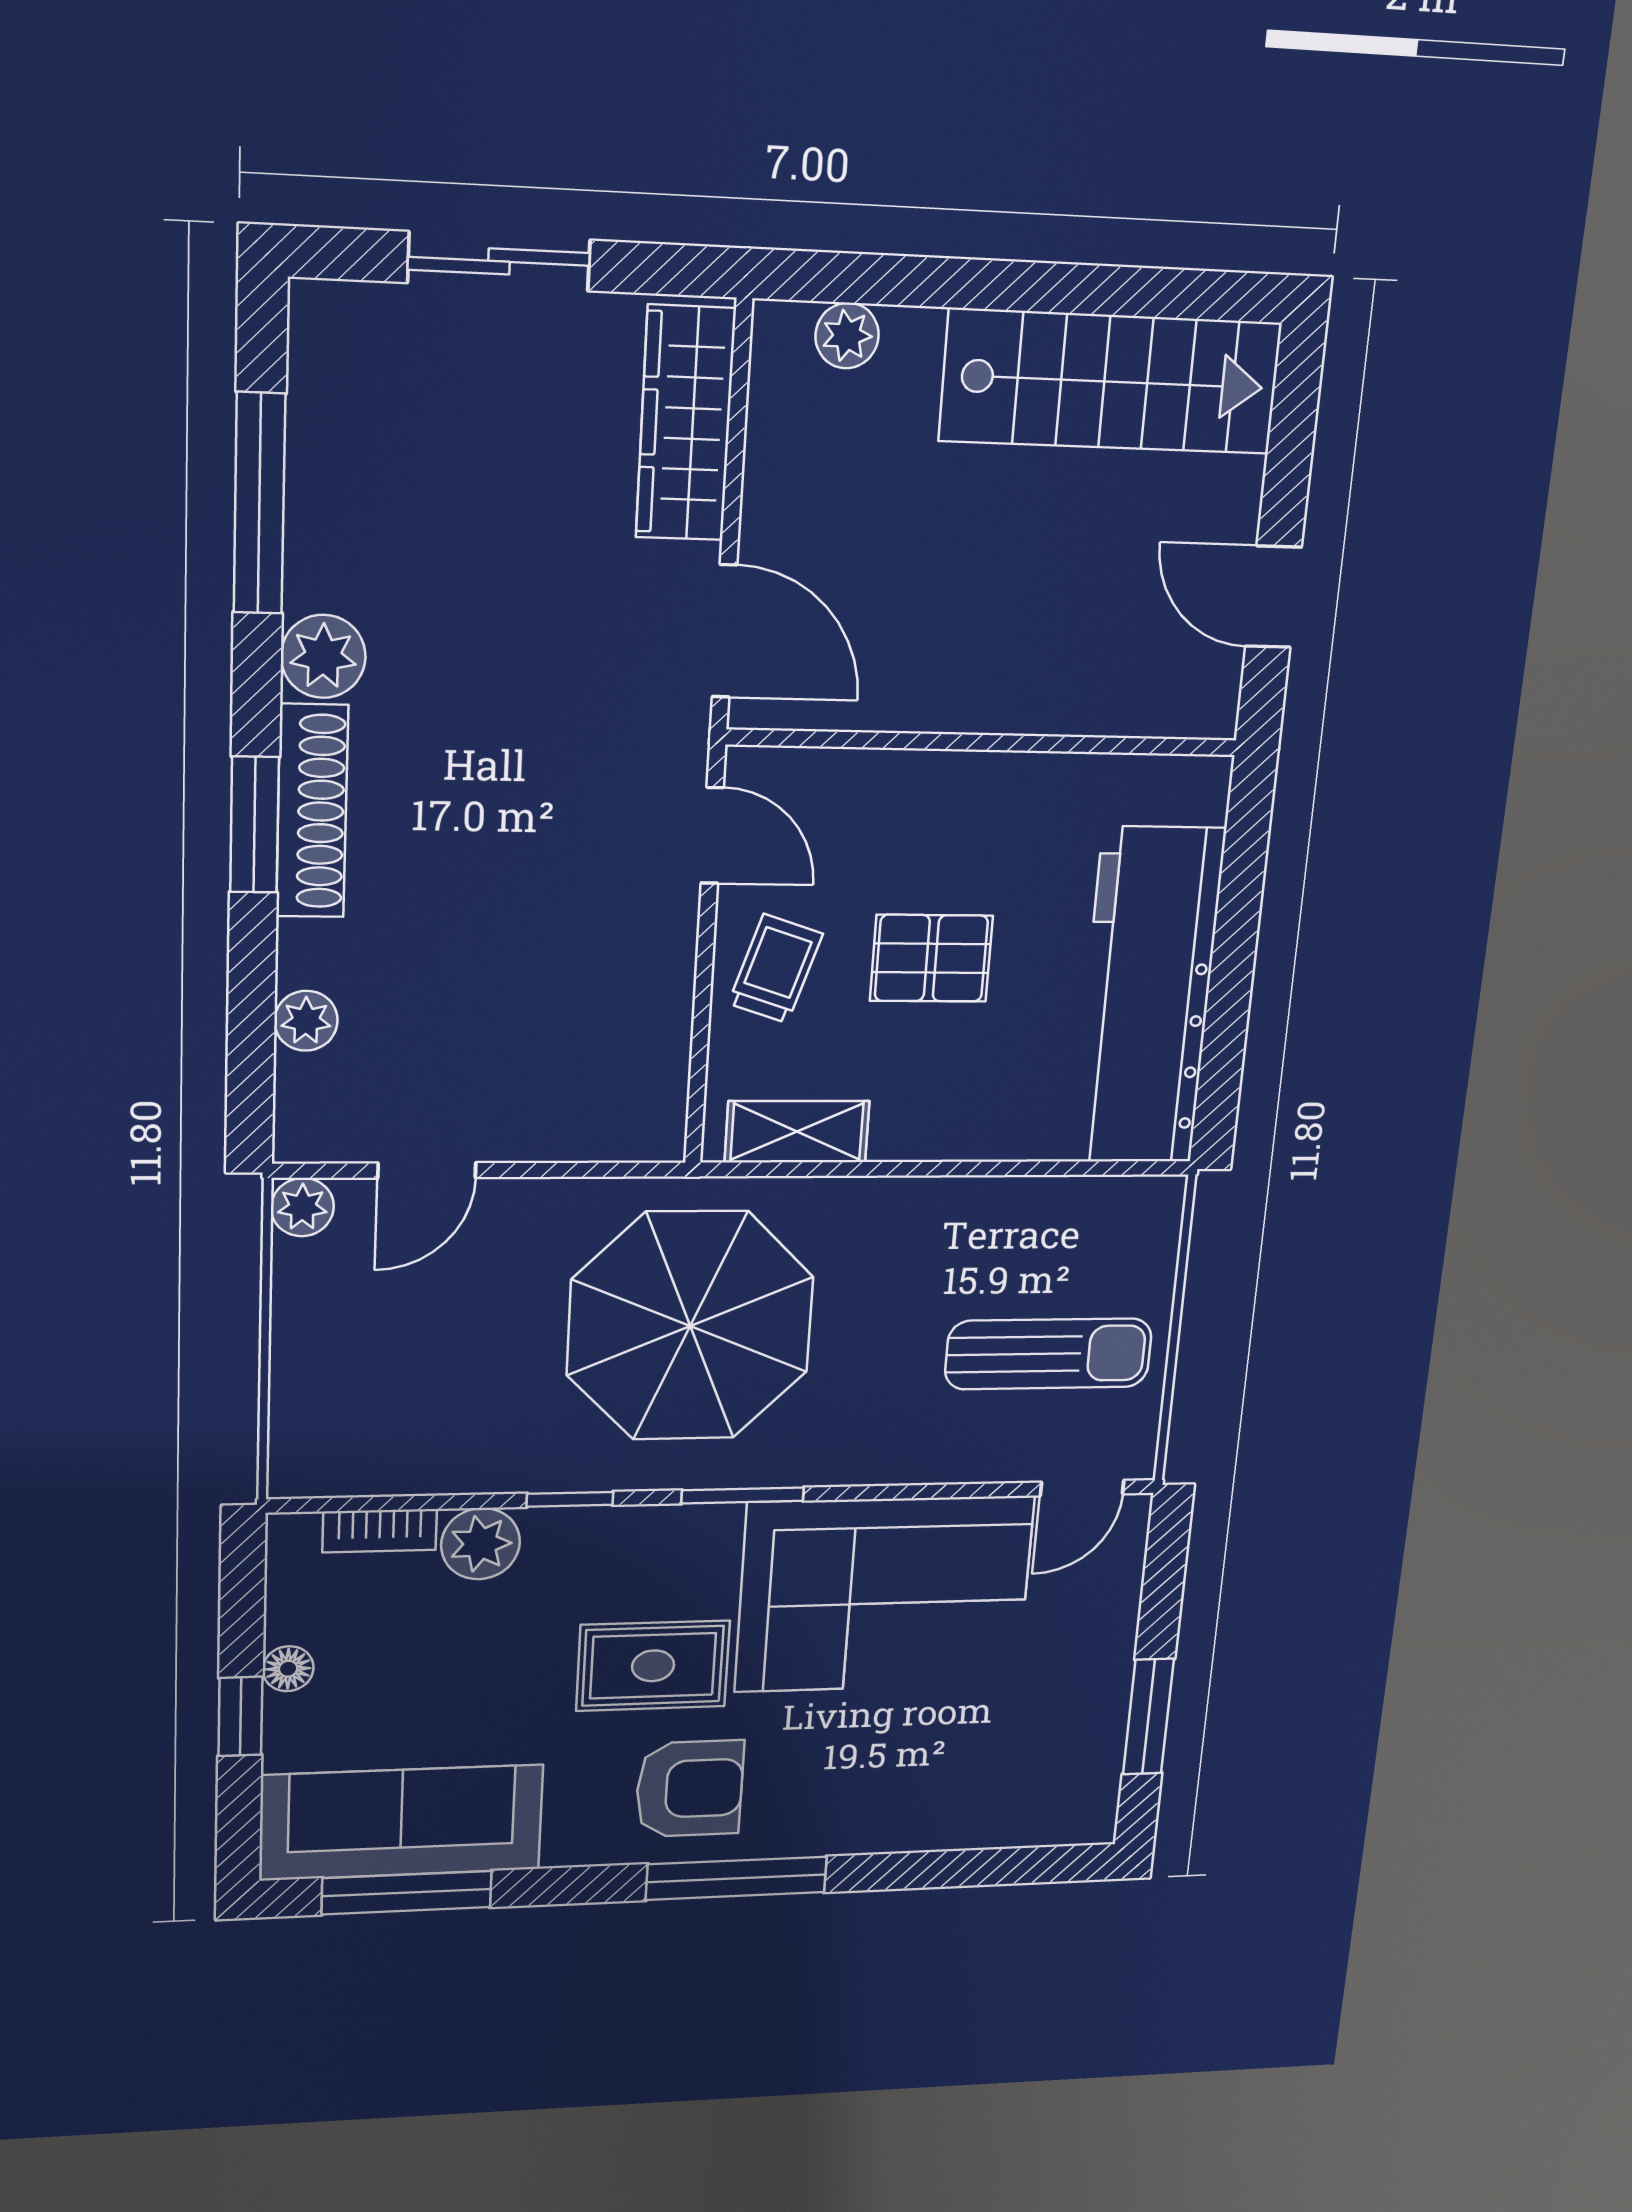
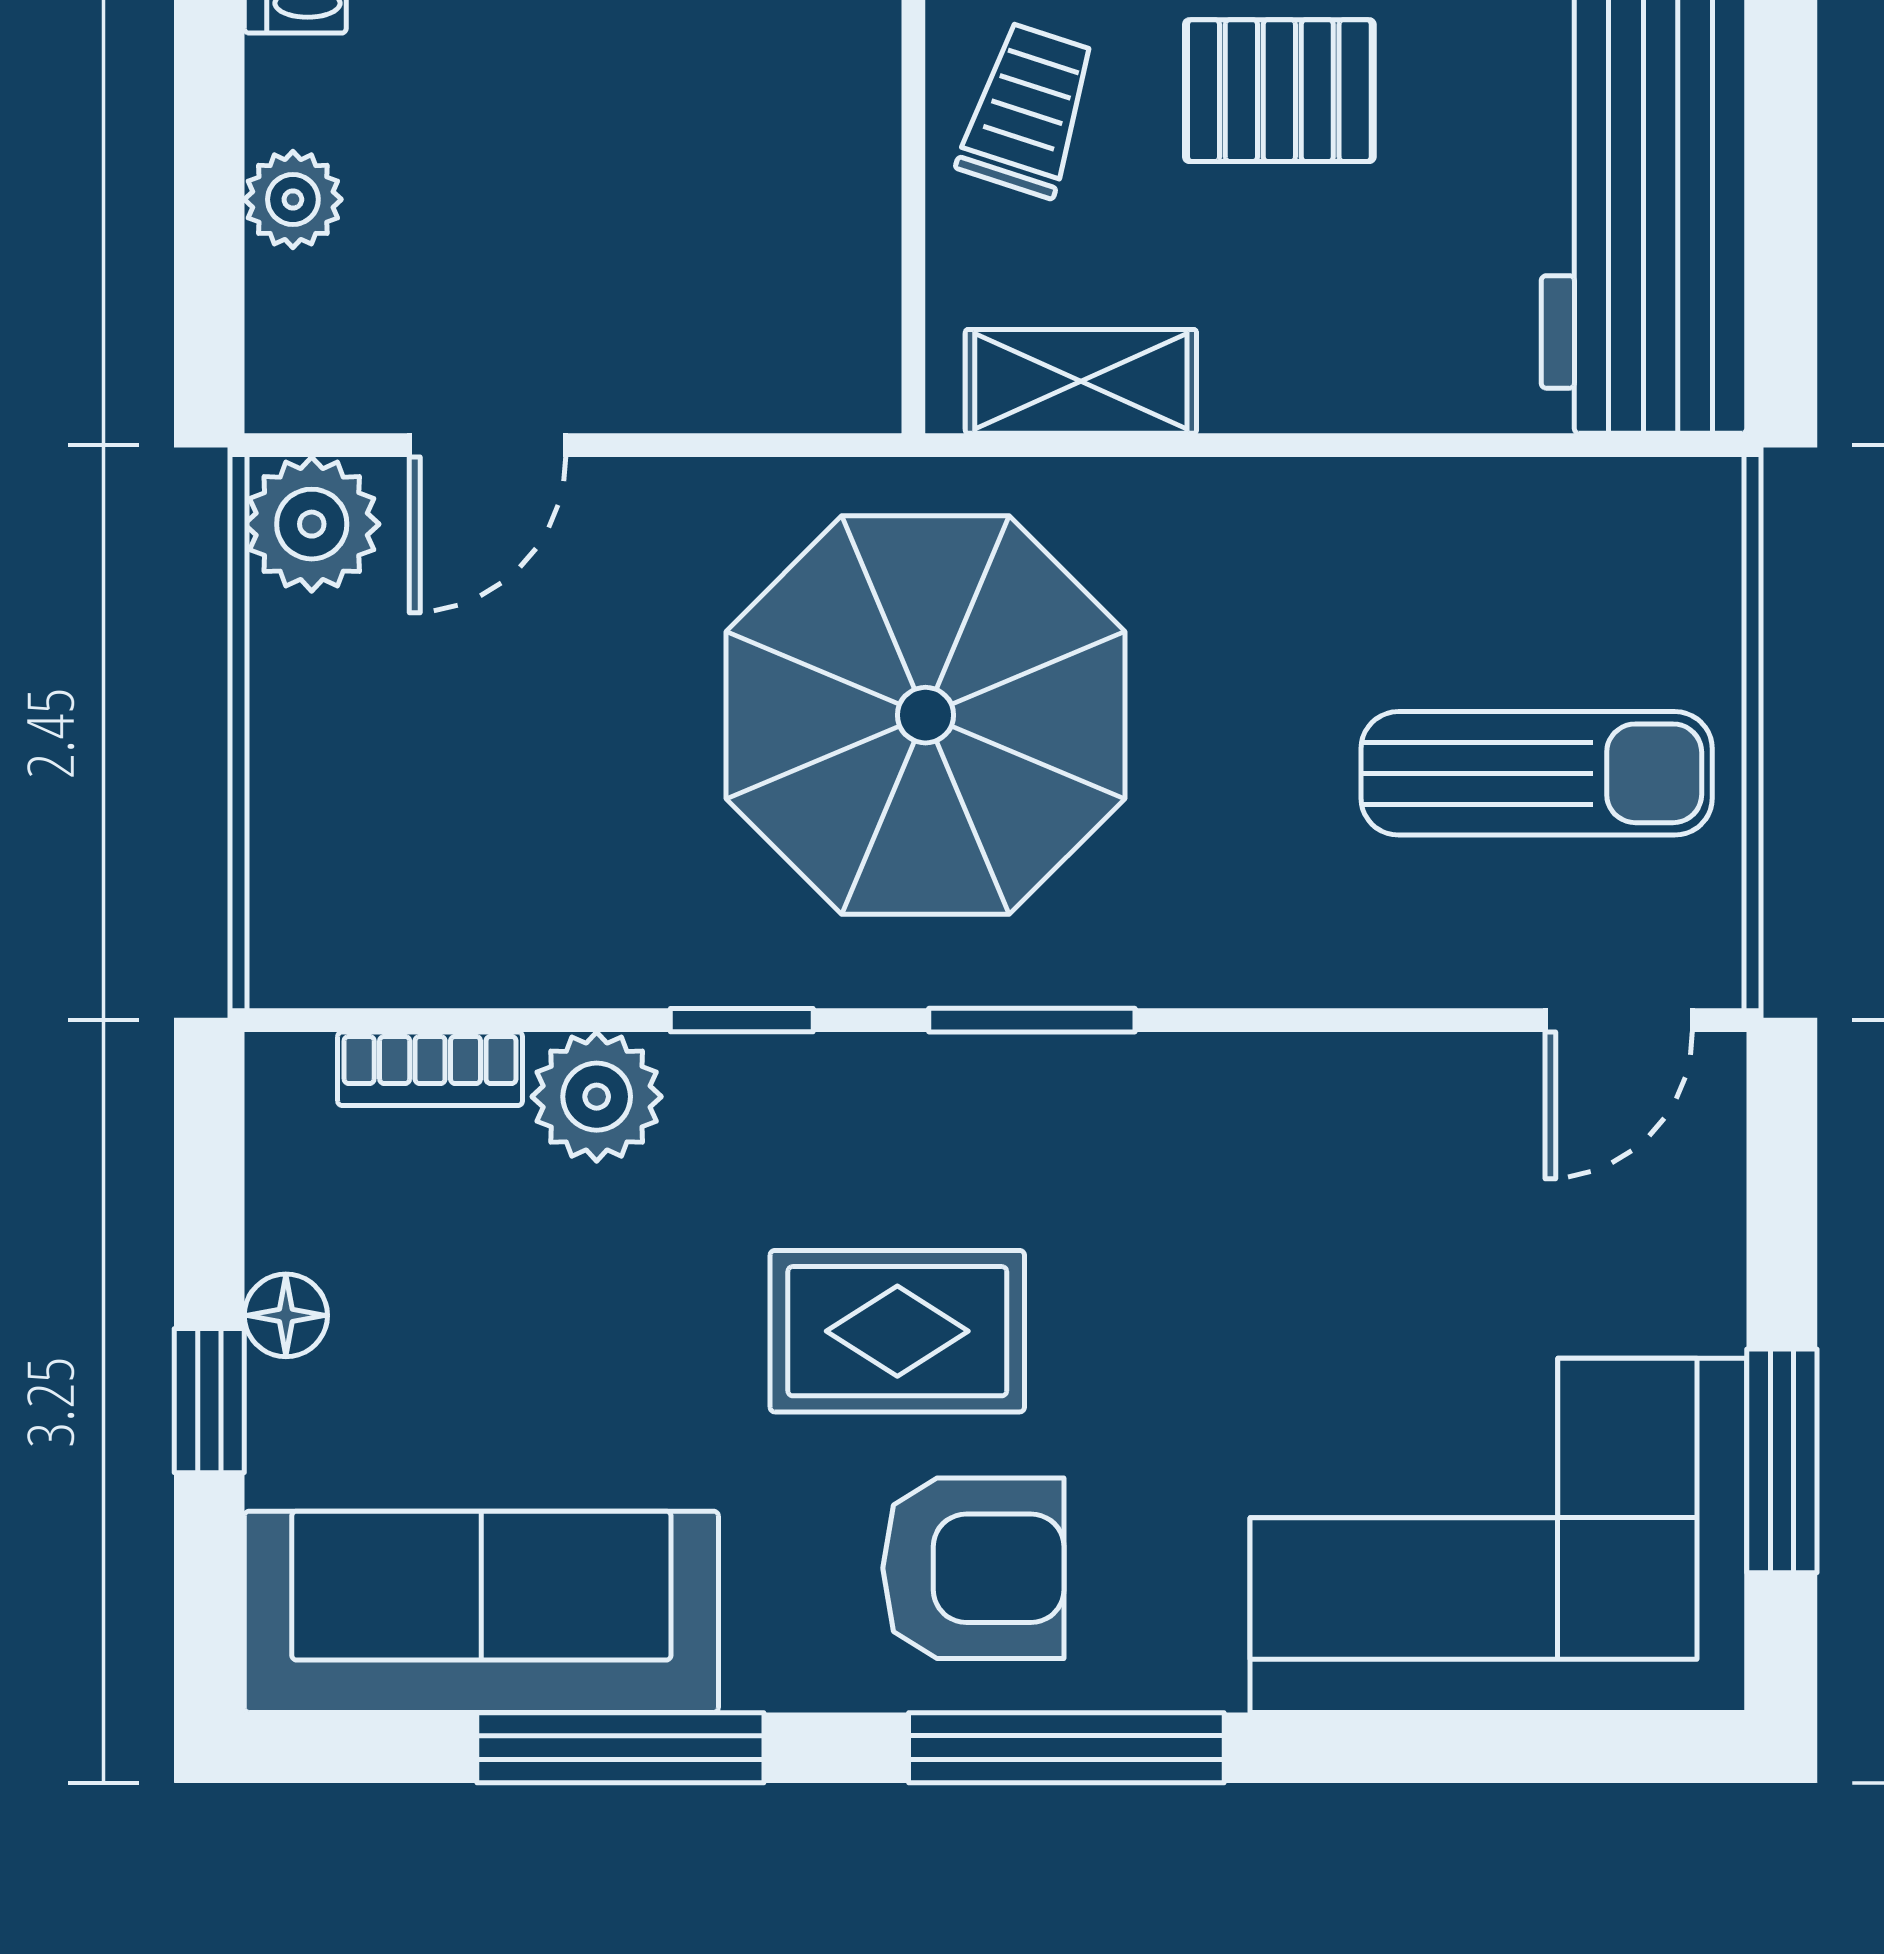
plant: (302, 1207) -> (312, 524), width x1.38, depth x1.38
corner sofa: (884, 1594) -> (1498, 1535), moved, turned 180
window: (407, 1893) -> (620, 1748), moved

